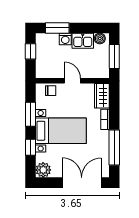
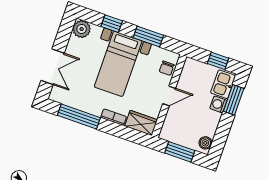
kitchen sink: (83, 41) -> (223, 84), moved
double door: (82, 183) -> (53, 67), width x0.73

